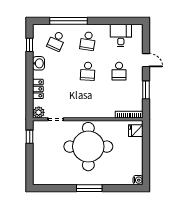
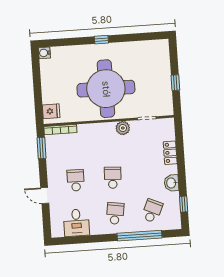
window: (146, 90) -> (41, 148), moved
plant: (39, 112) -> (123, 128), moved
window: (30, 137) -> (175, 83), moved
window: (89, 188) -> (101, 40), width x0.46

